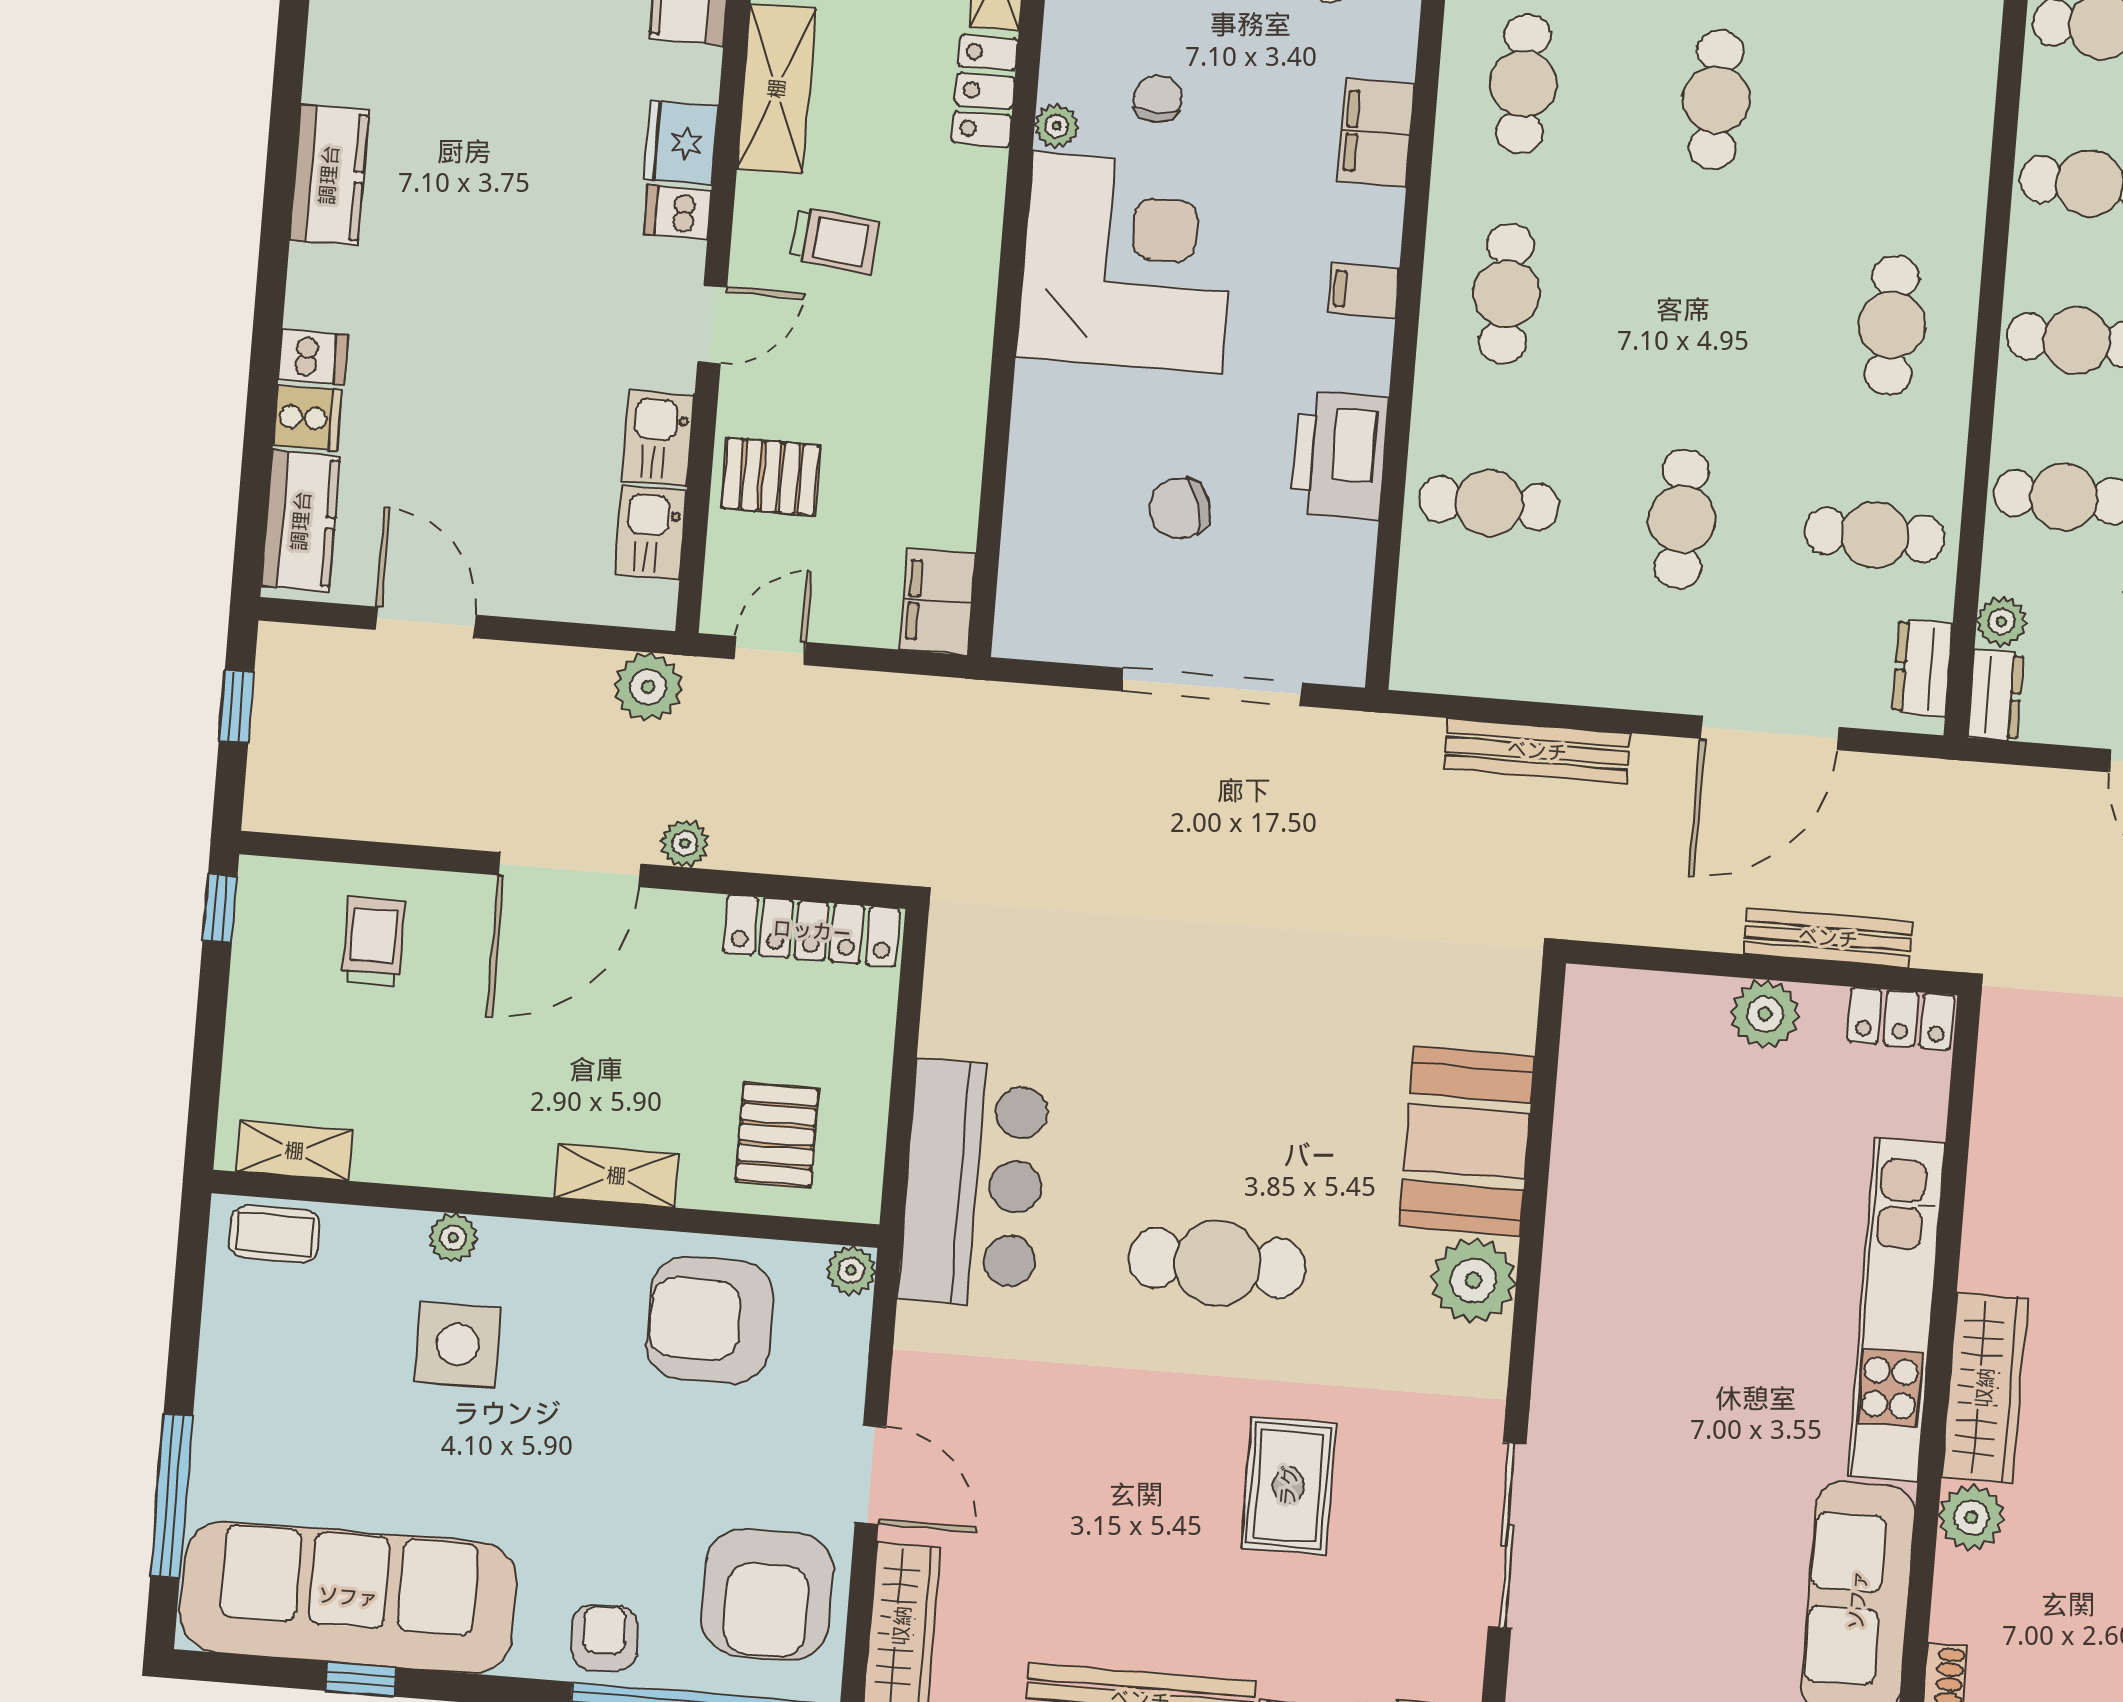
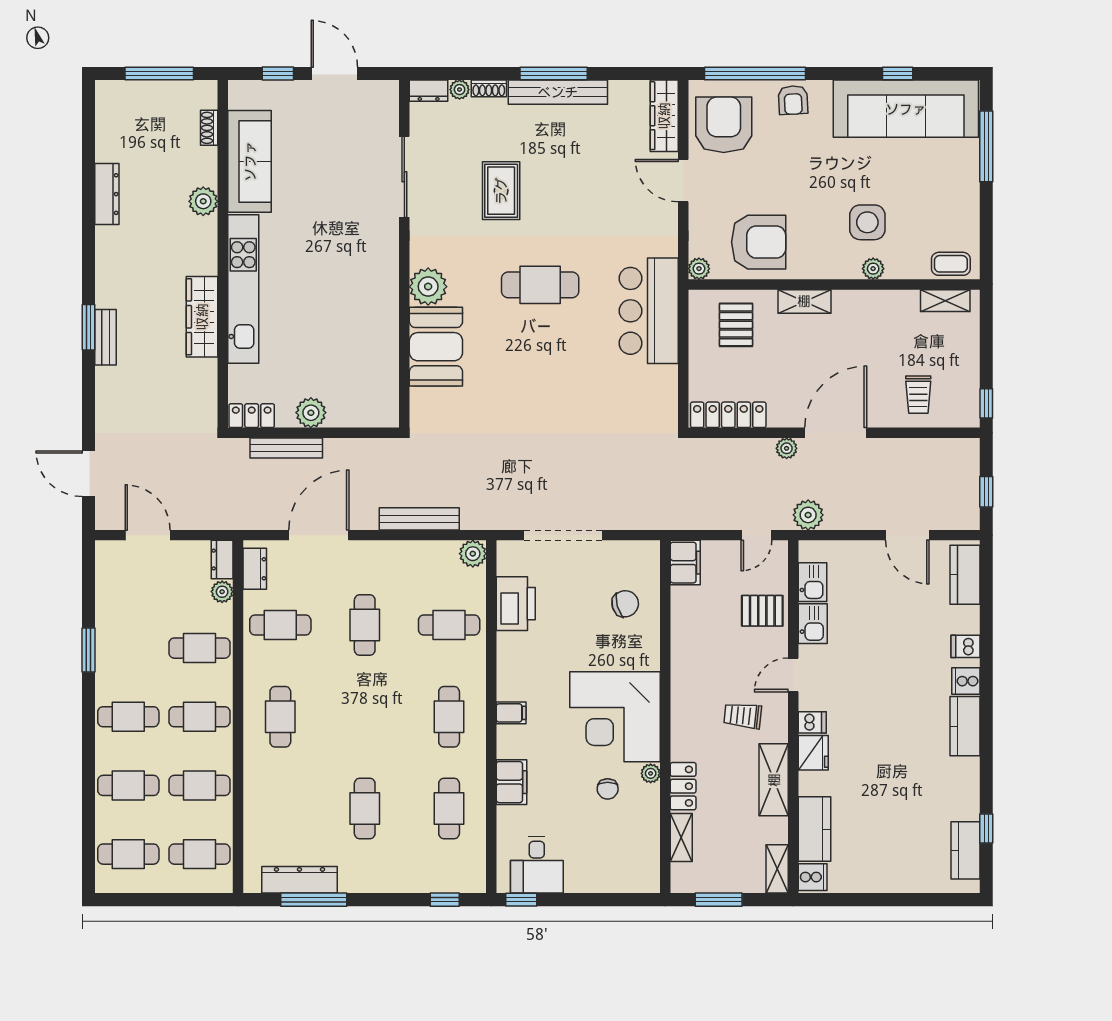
cooker: (307, 418) -> (966, 681), moved
printer: (1339, 455) -> (516, 604), moved
chair: (1180, 508) -> (625, 604), moved
plant: (1421, 662) -> (473, 554), added
wardrobe: (1985, 1388) -> (202, 317), moved

